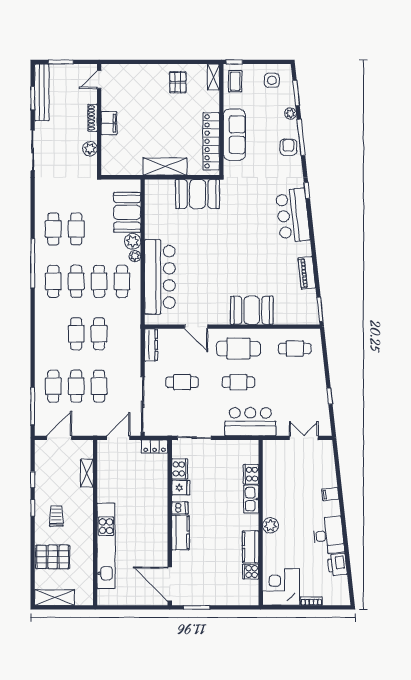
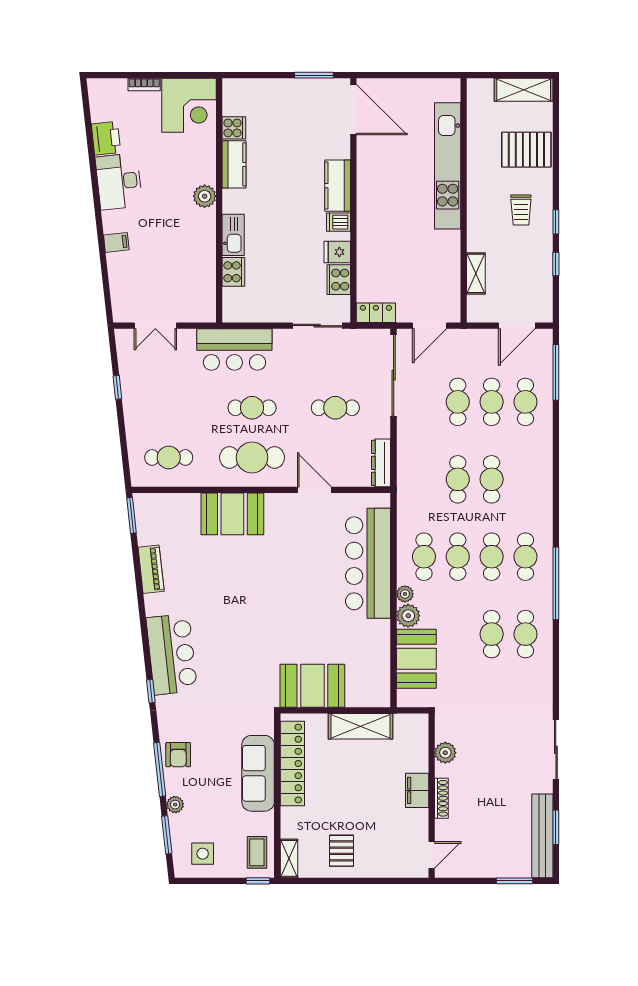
door: (99, 80) -> (432, 855), moved
shoe rack: (93, 118) -> (441, 798), moved
wall: (99, 120) -> (432, 796), moved
filing cabinet: (109, 123) -> (417, 790), moved
plant: (90, 149) -> (445, 753), moved

